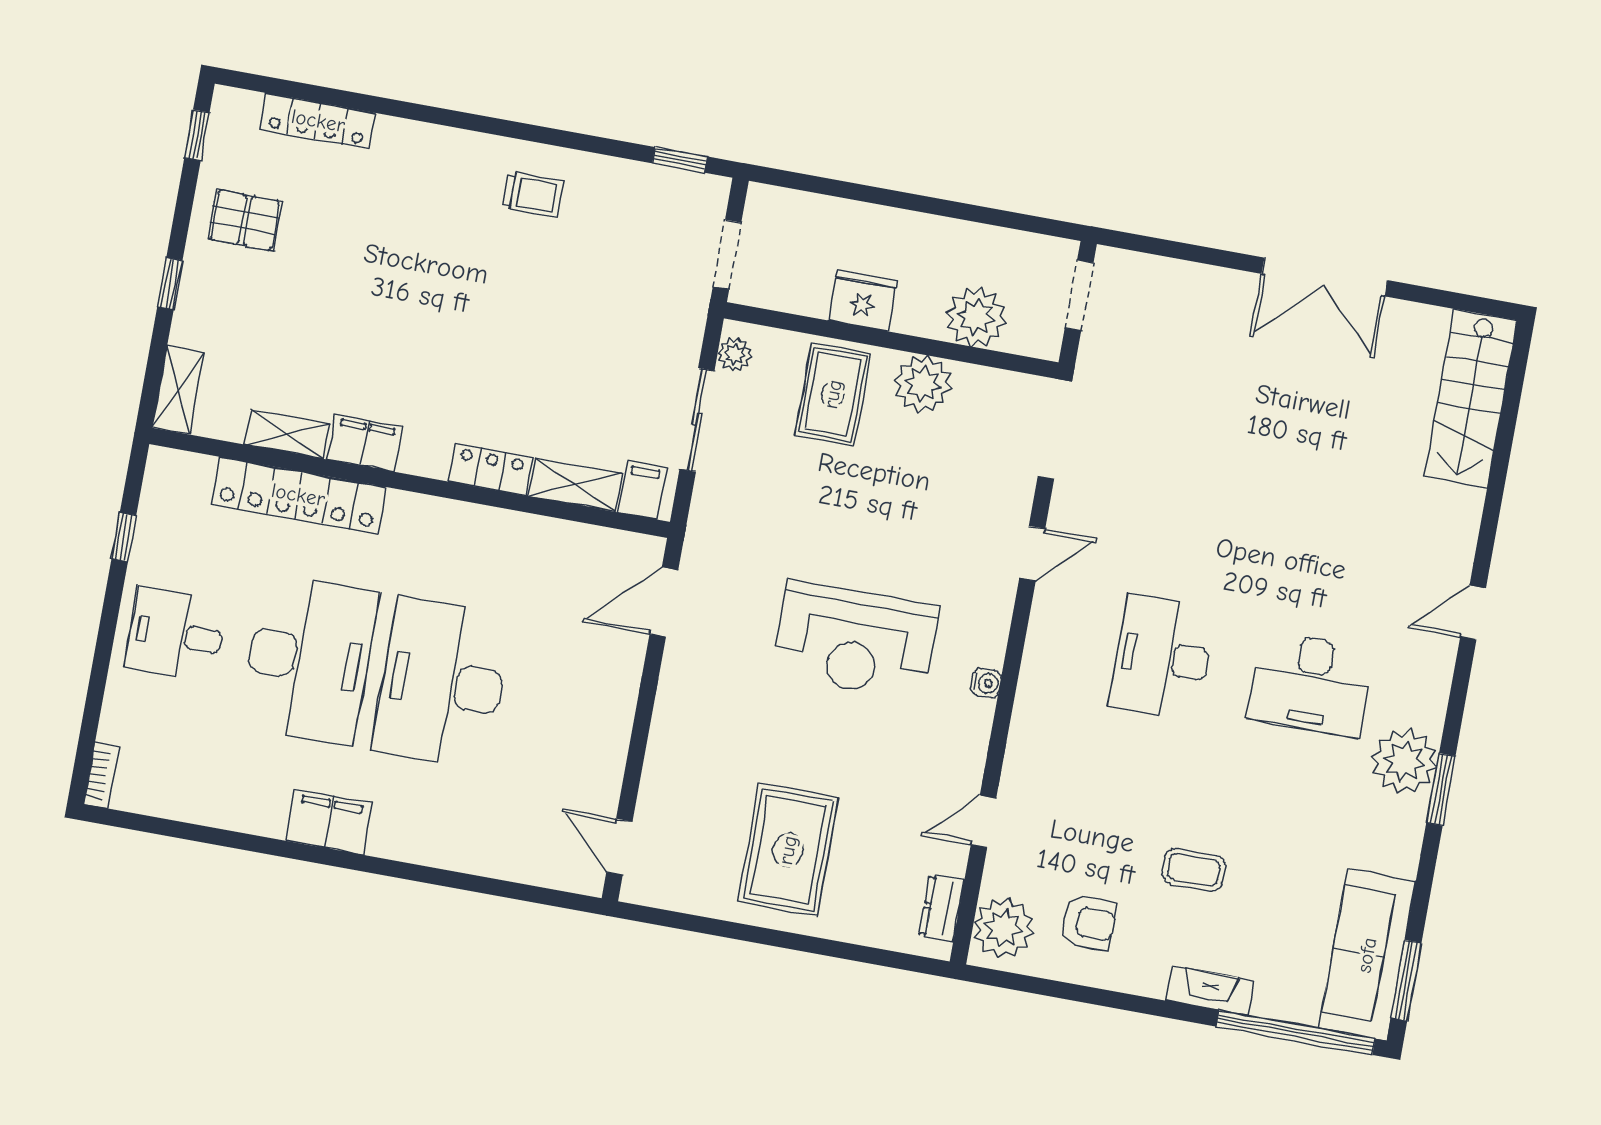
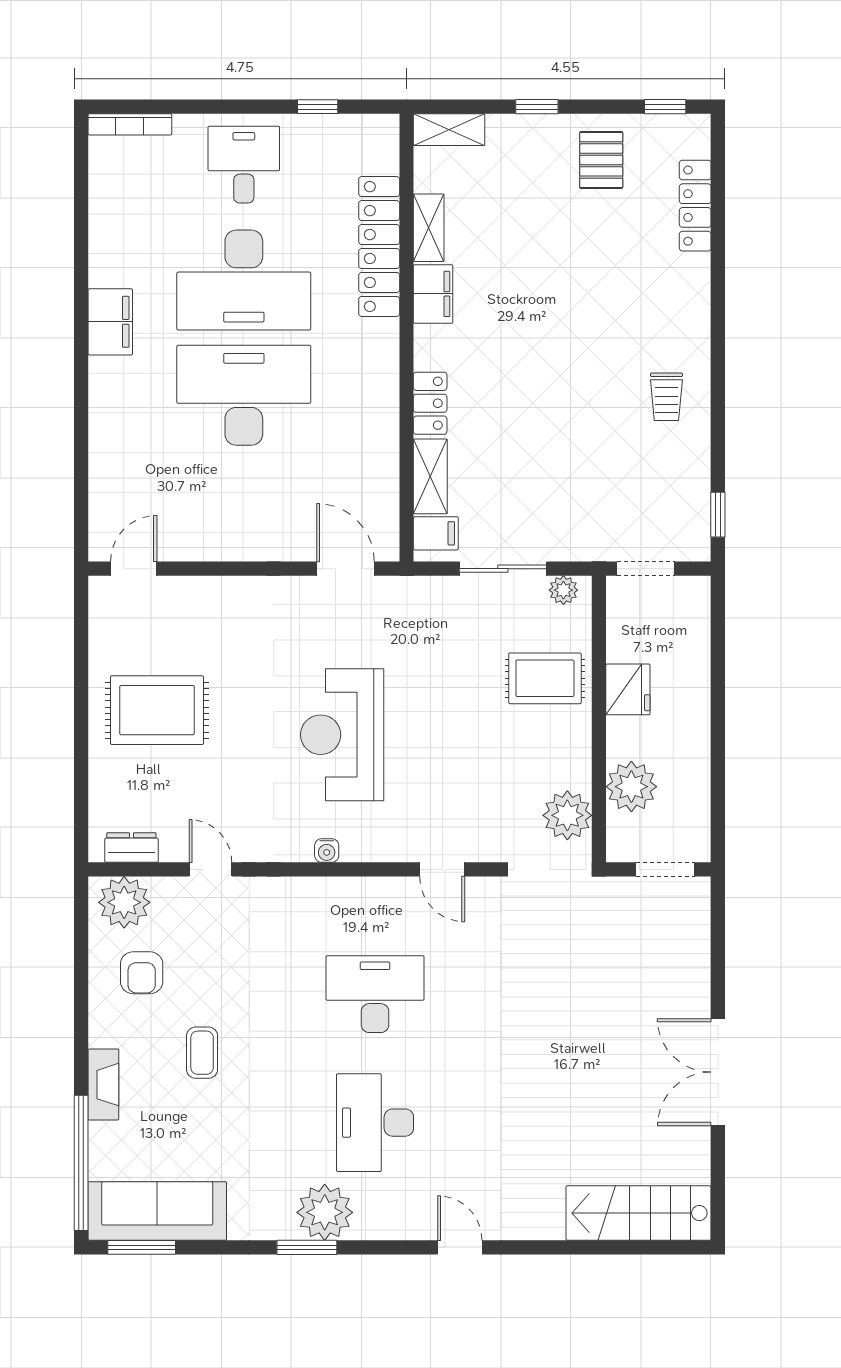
plant: (923, 384) -> (567, 815), moved
bookcase: (102, 775) -> (130, 124), width x1.56

